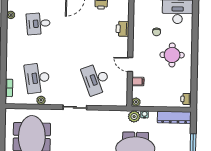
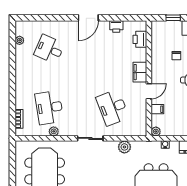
desk: (38, 24) -> (49, 49), turned 30
printer: (123, 29) -> (140, 39), moved
filing cabinet: (122, 47) -> (140, 72), added
door: (130, 65) -> (149, 91), swing flipped
plant: (134, 117) -> (124, 147), moved

